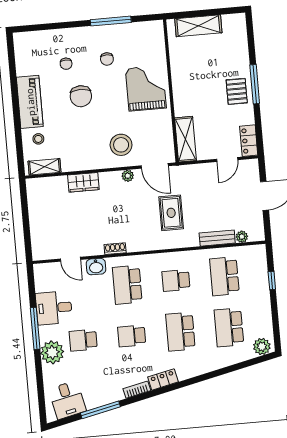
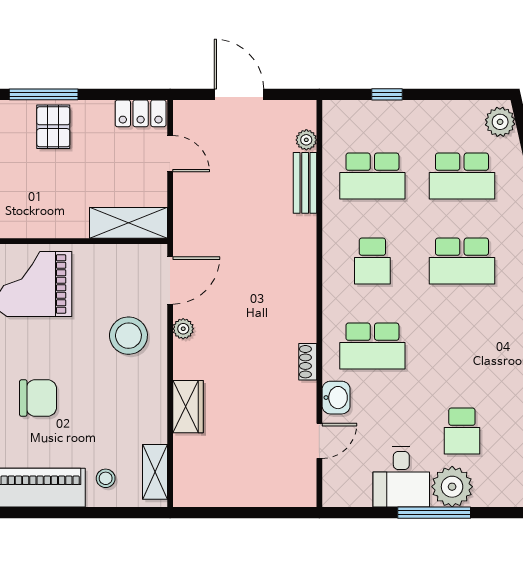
pallet: (237, 91) -> (53, 127), turned 90
rug: (171, 213) -> (254, 259), removed
school desk: (132, 336) -> (462, 346), removed
plant: (52, 352) -> (452, 487), moved

